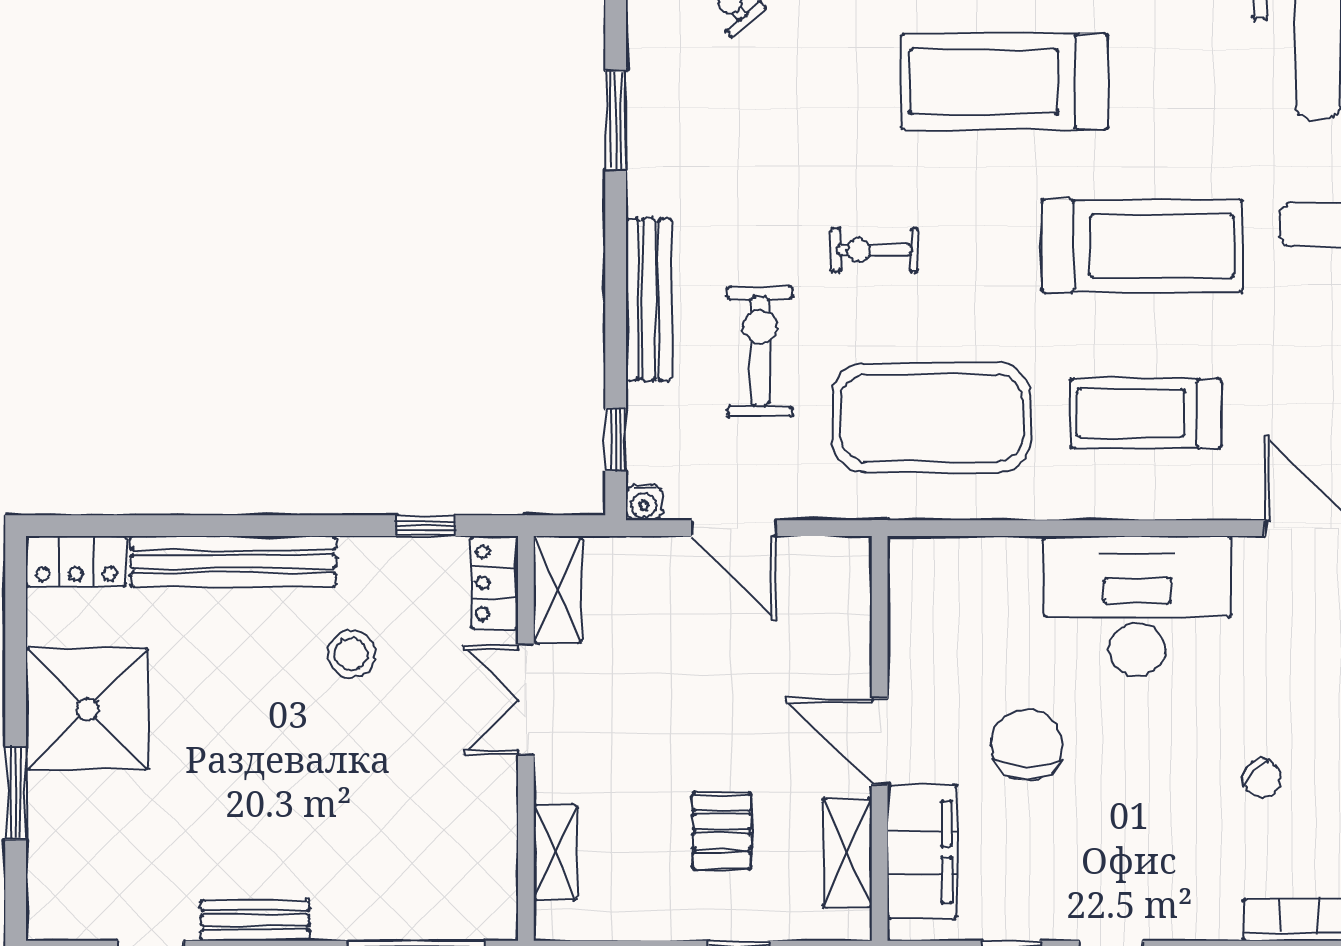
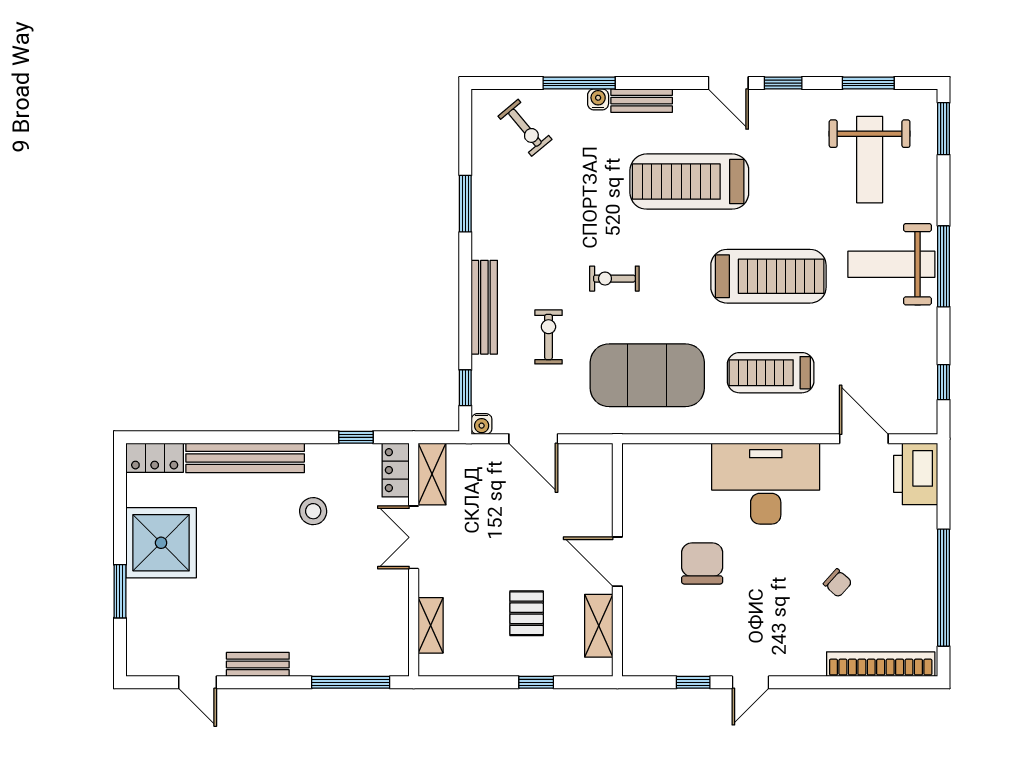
exercise bike: (760, 351) -> (548, 337), width x0.73, depth x0.72
filing cabinet: (922, 852) -> (642, 625), removed

